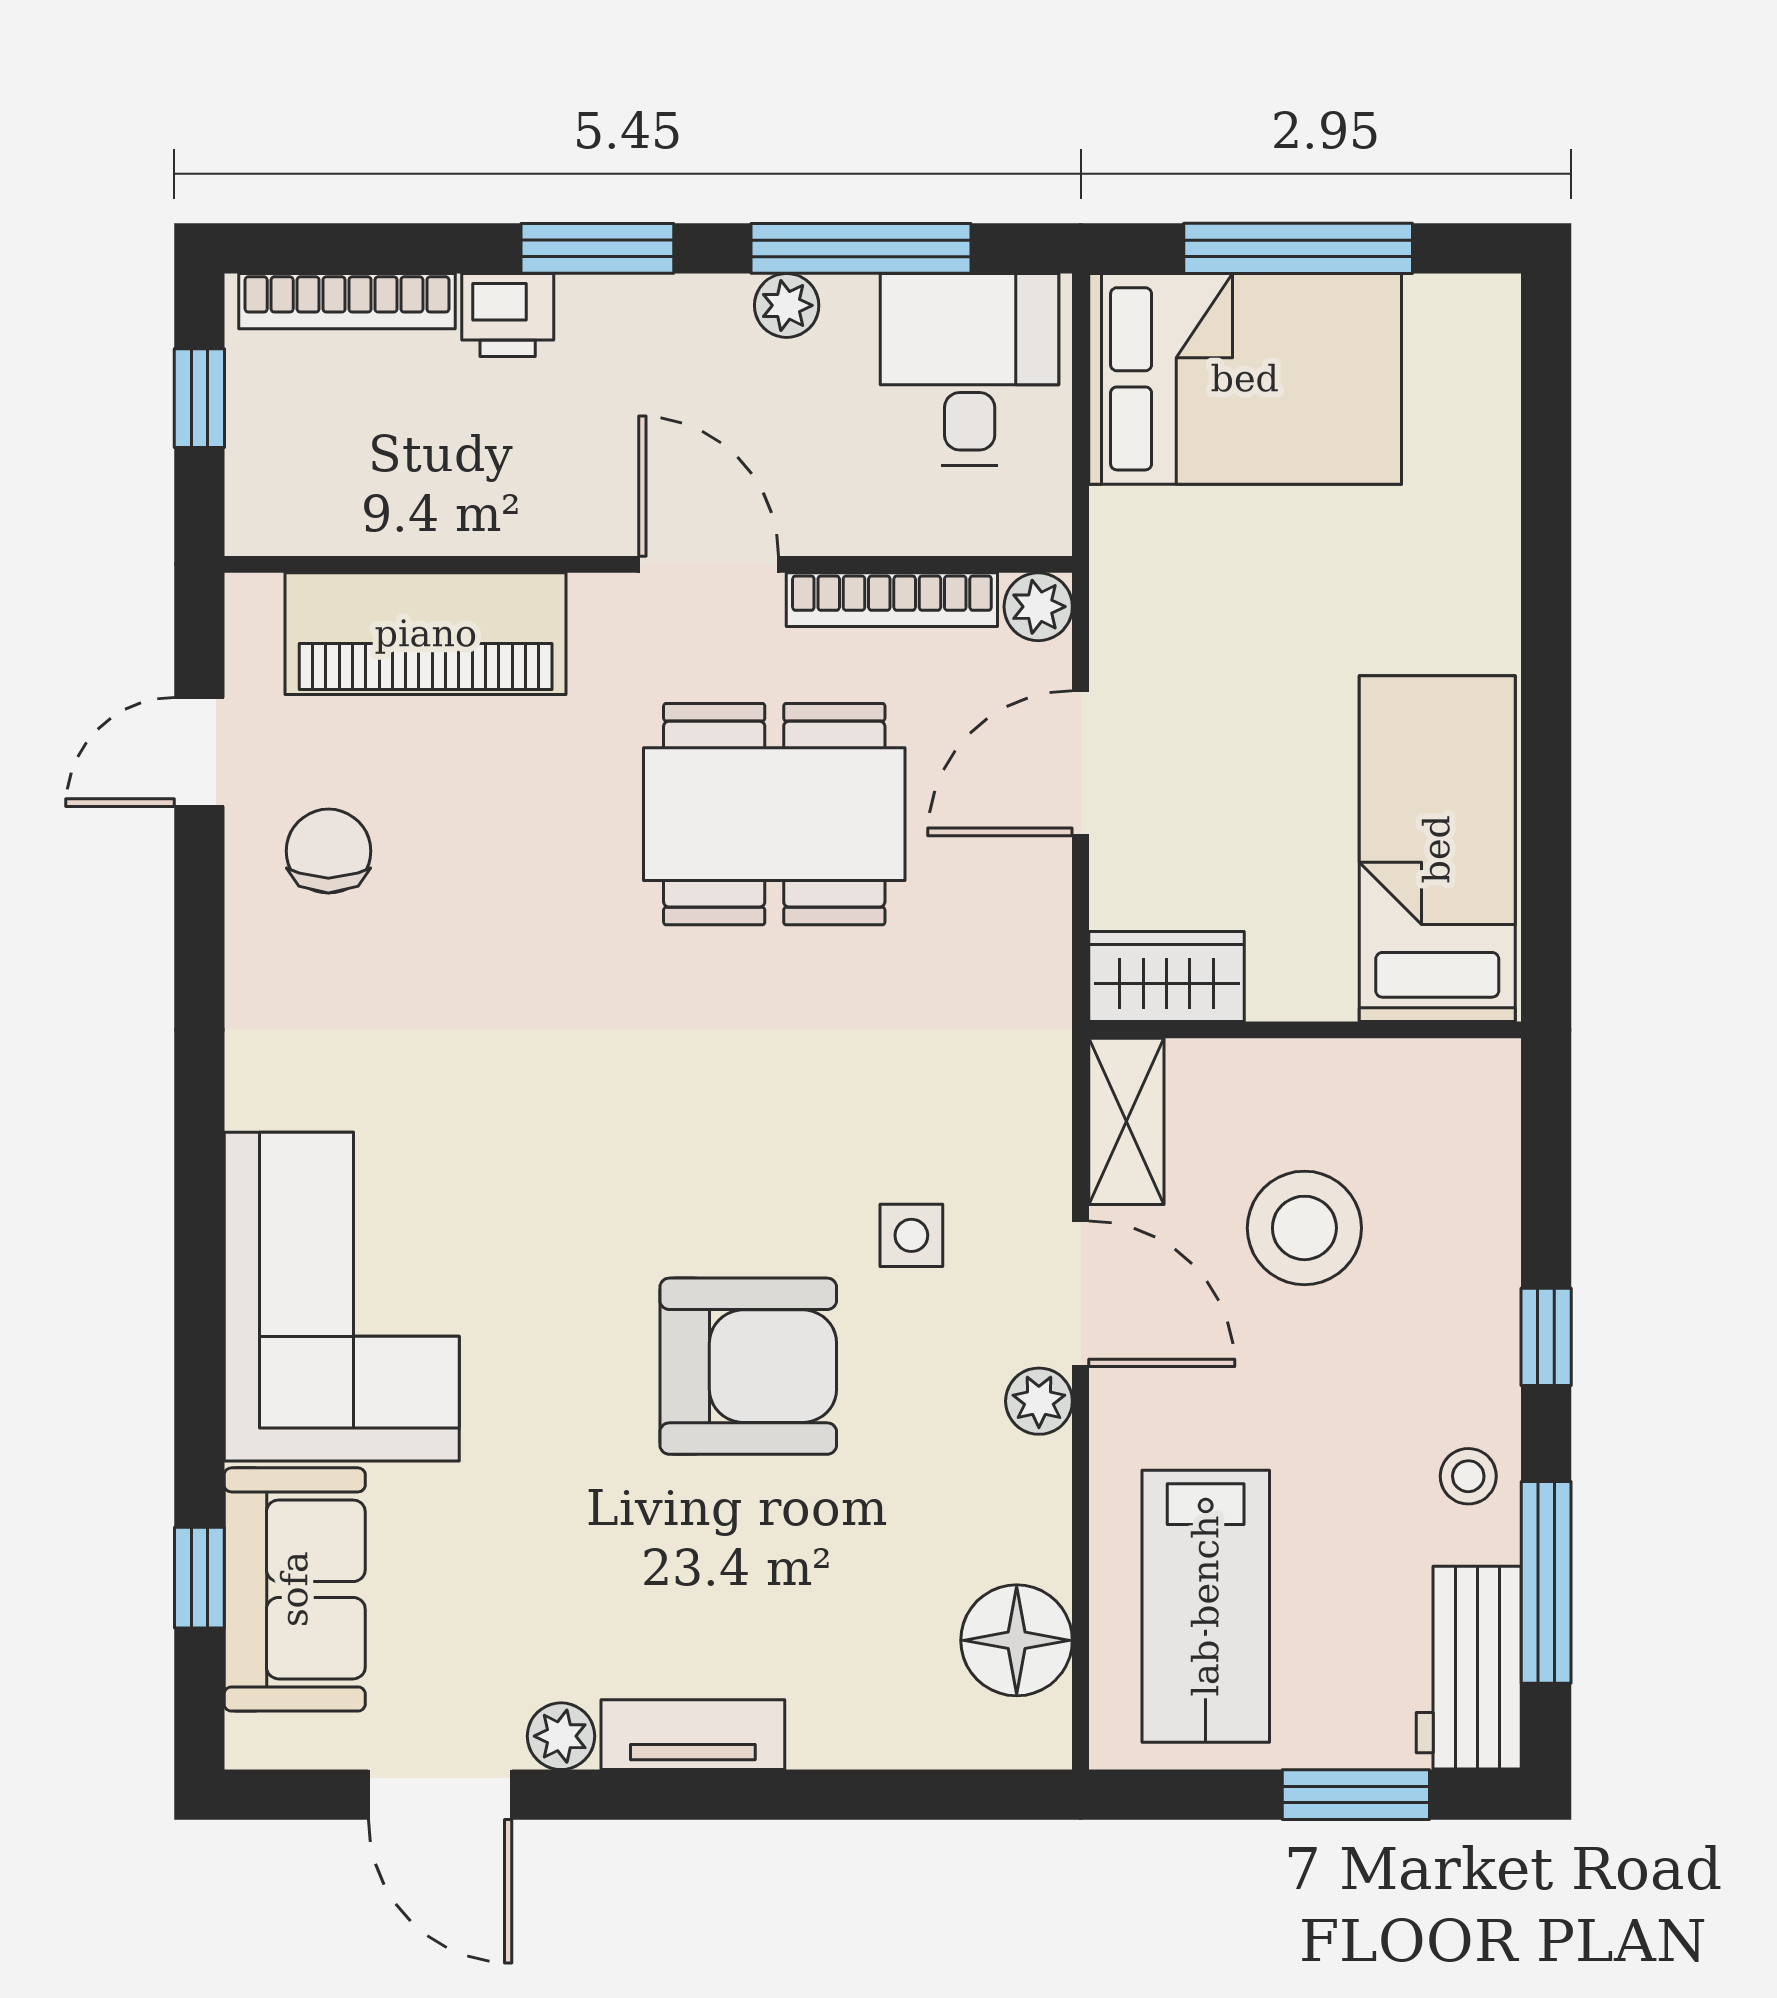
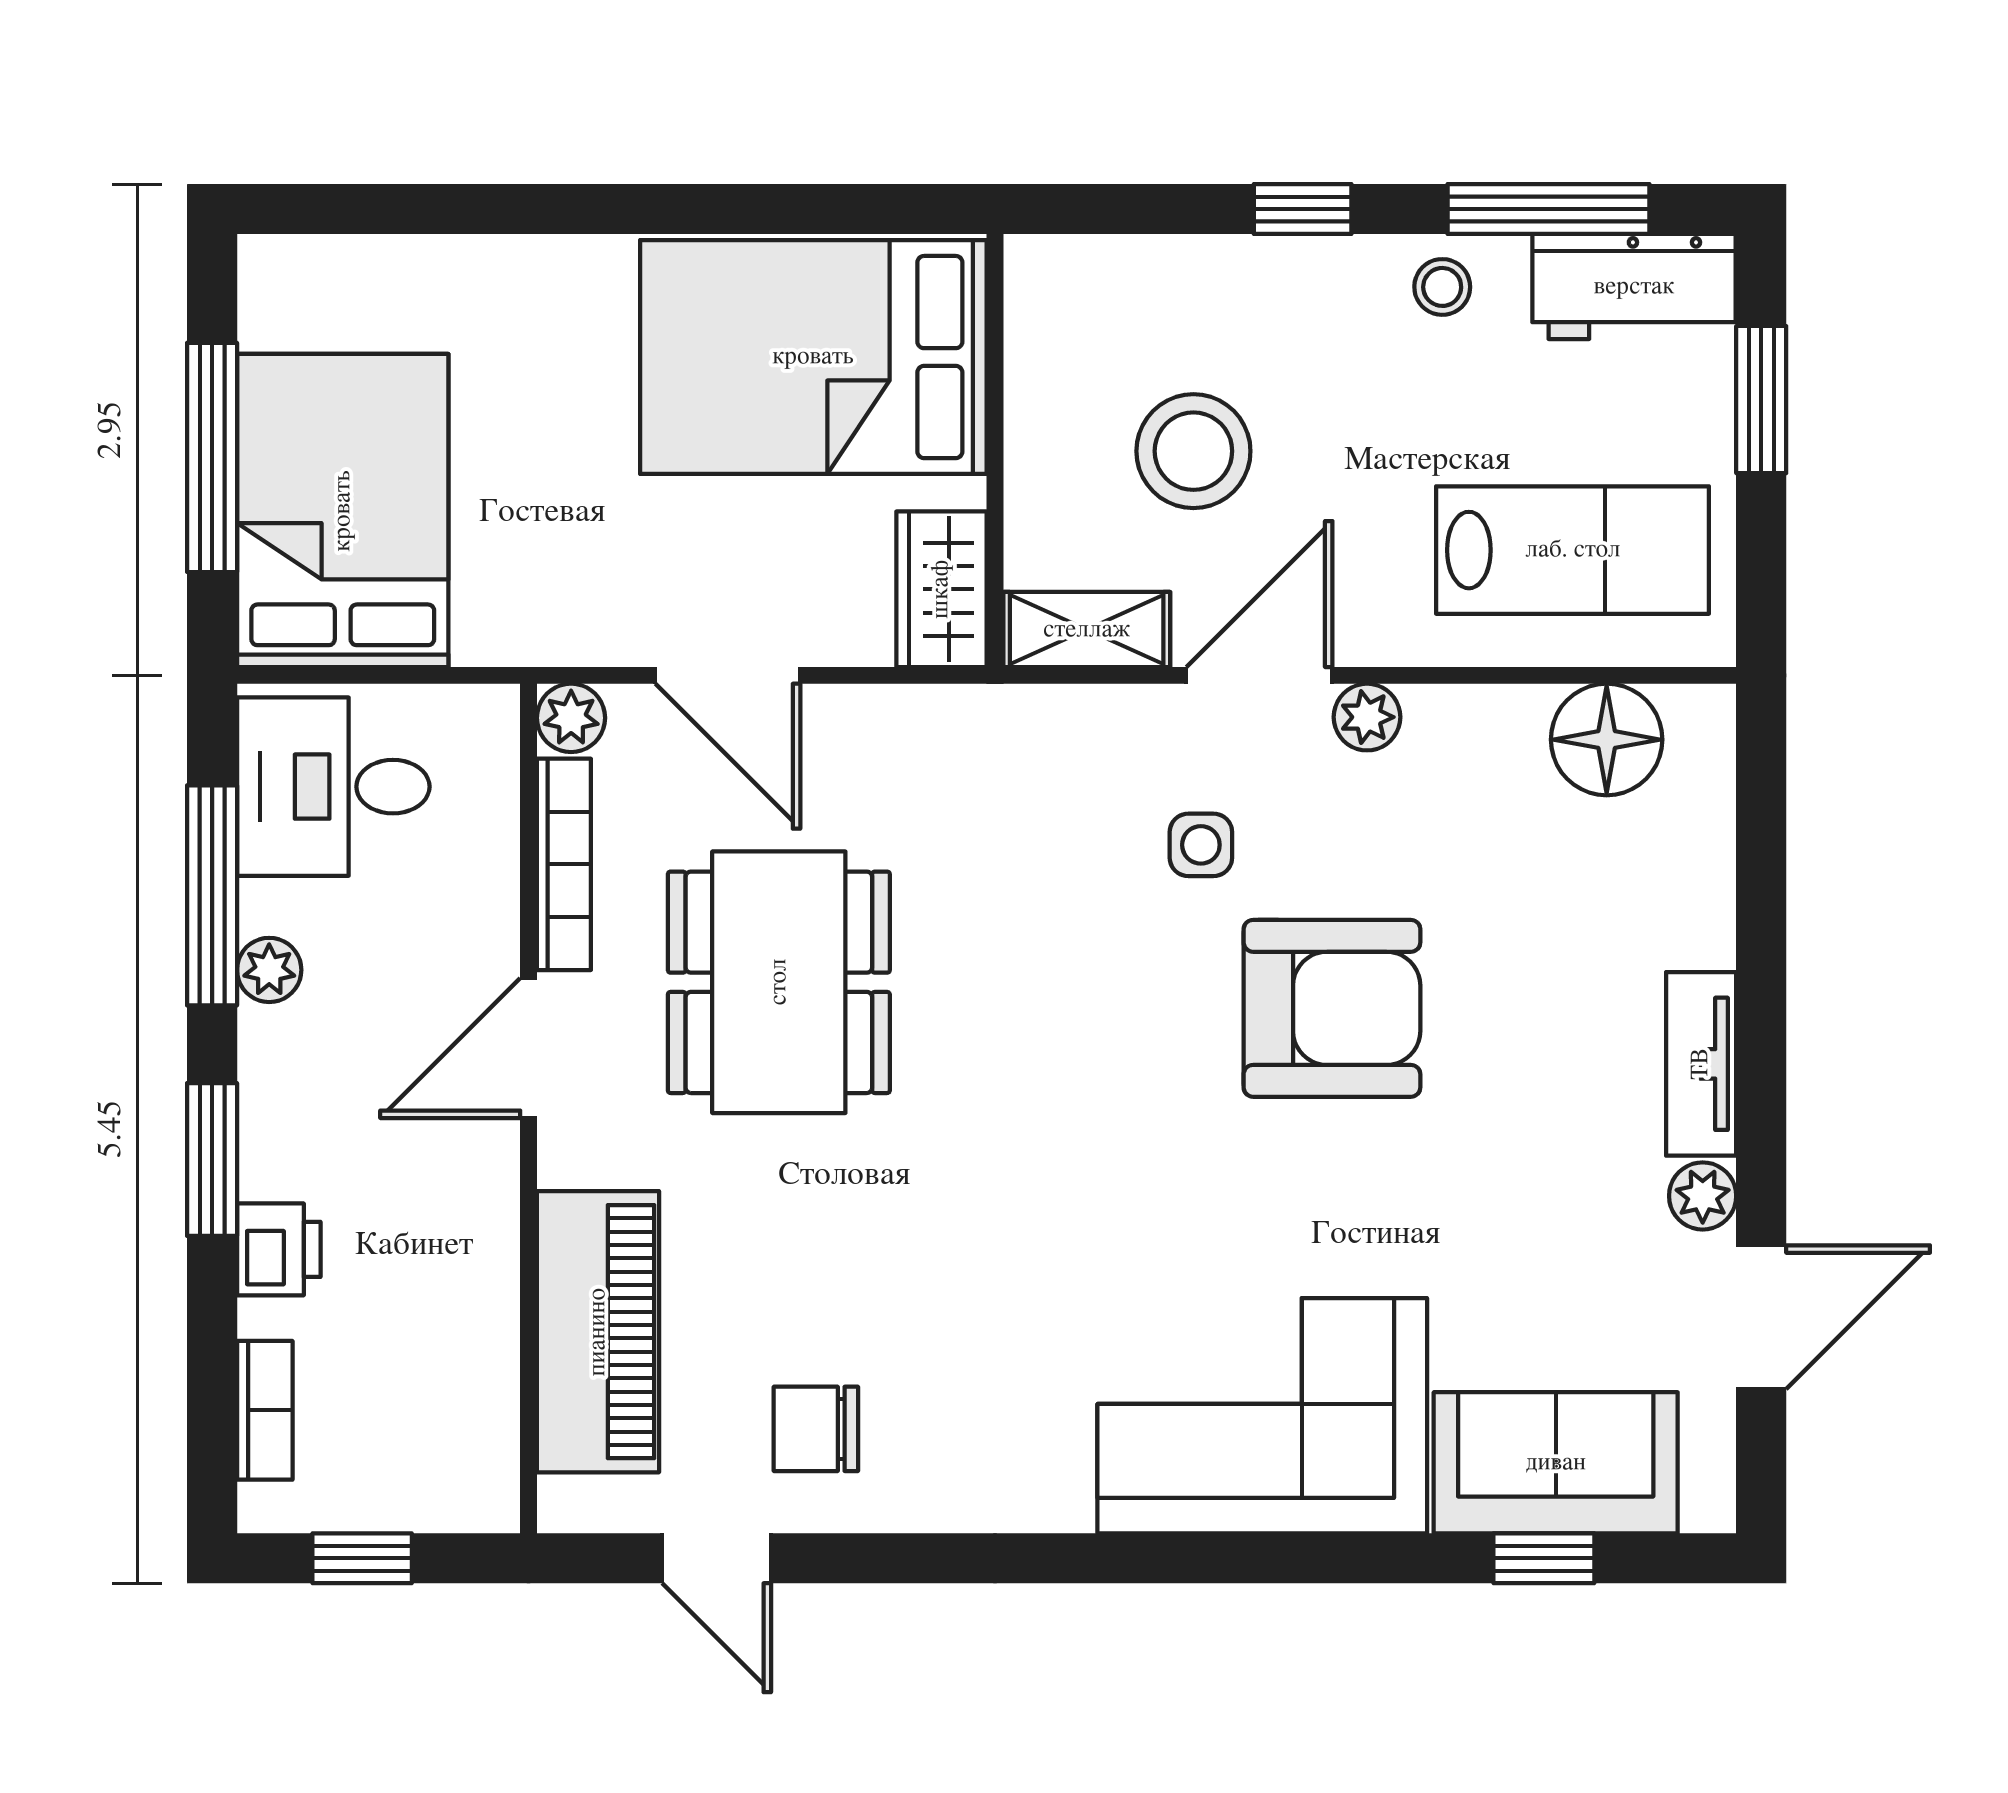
bookcase: (347, 301) -> (265, 1410), width x0.64
bed: (1437, 849) -> (813, 357), width x1.50
armchair: (748, 1366) -> (1332, 1008), turned 90

